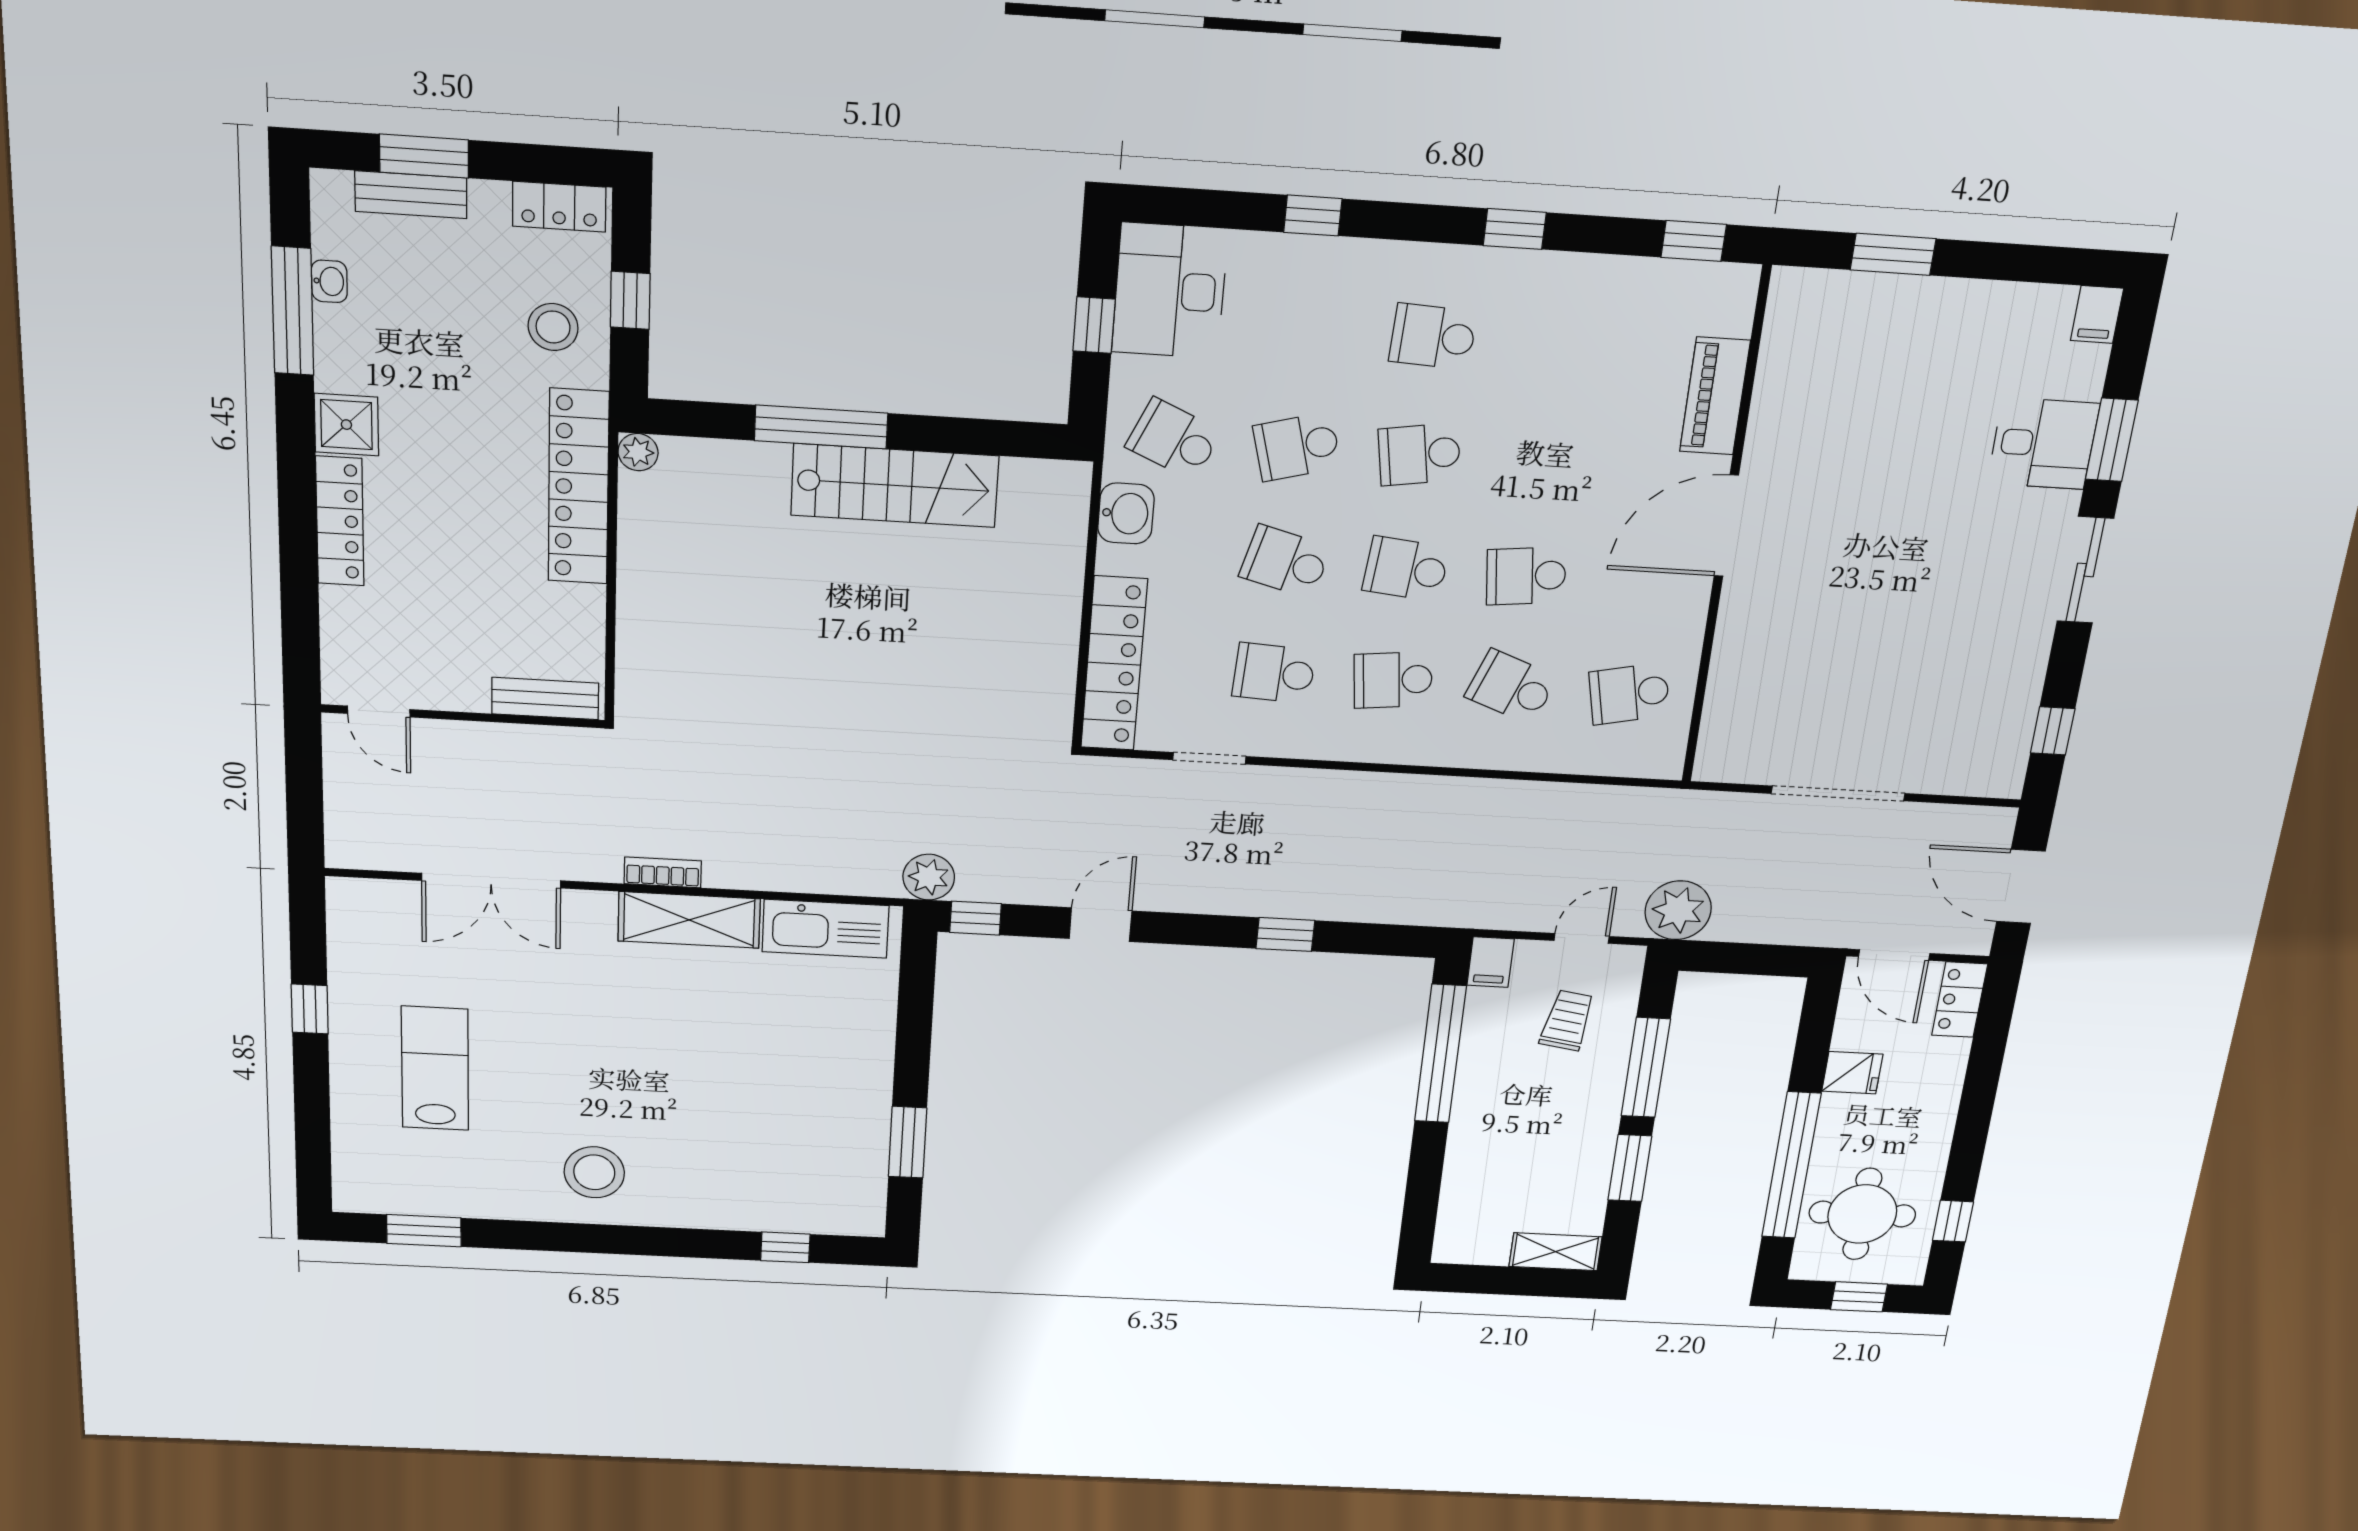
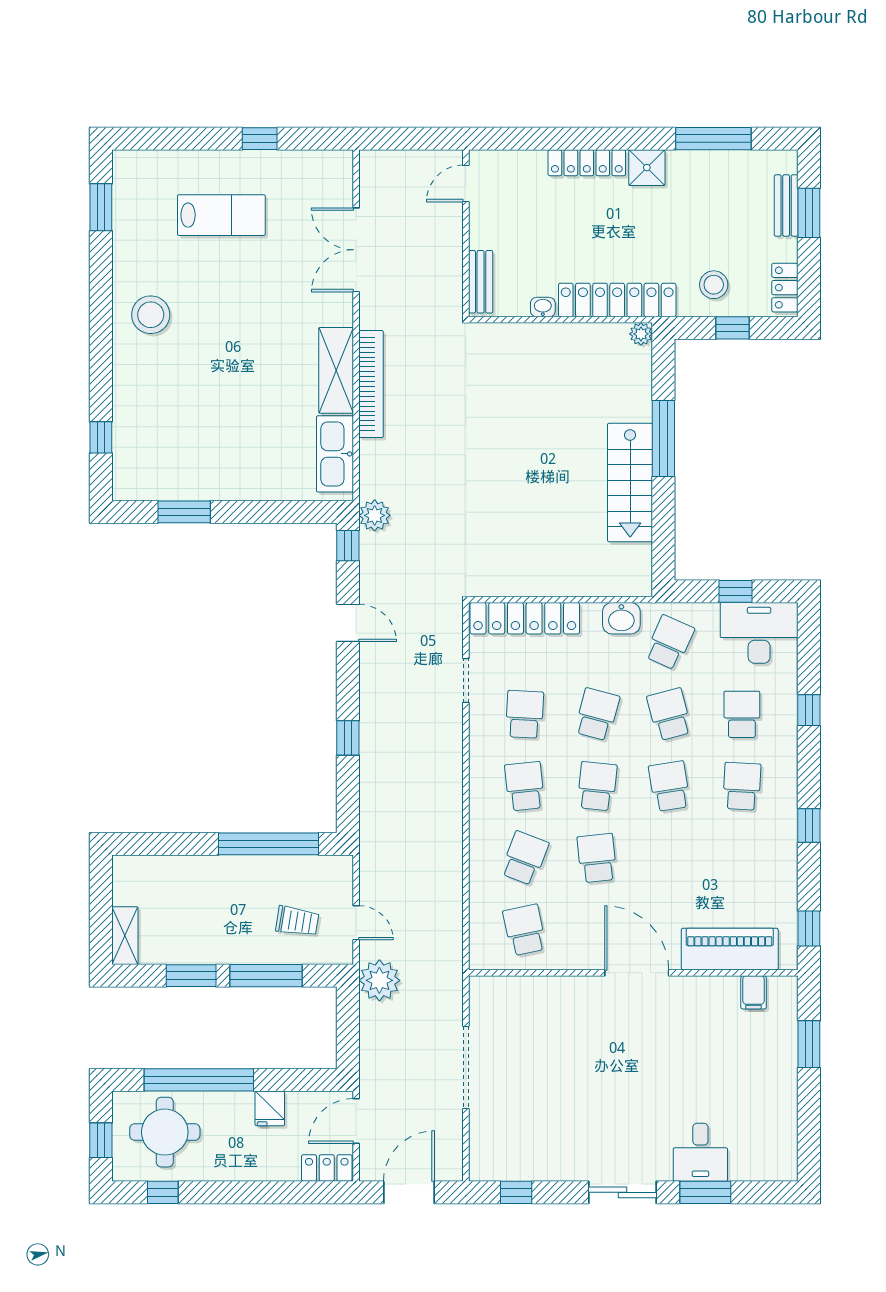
washbasin: (329, 281) -> (543, 307), moved, turned 180
filing cabinet: (2097, 314) -> (754, 992), moved, turned -90
school desk: (1309, 328) -> (742, 714), added
piano: (1715, 396) -> (730, 949), width x1.37, depth x1.33
bookcase: (663, 872) -> (371, 384), width x2.31, depth x1.31
filing cabinet: (1491, 962) -> (336, 868), removed

